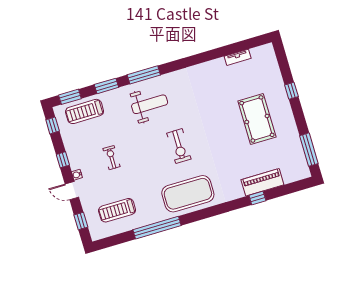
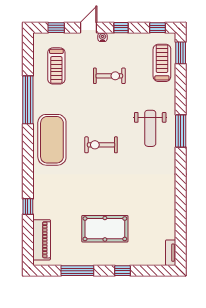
tv unit: (238, 57) -> (171, 253), moved
window: (106, 86) -> (181, 92), removed
window: (309, 150) -> (77, 271), moved
exercise bike: (112, 158) -> (109, 76), width x1.38, depth x1.39
piano: (262, 182) -> (42, 240), moved
treadmill: (117, 210) -> (56, 66), turned 180

